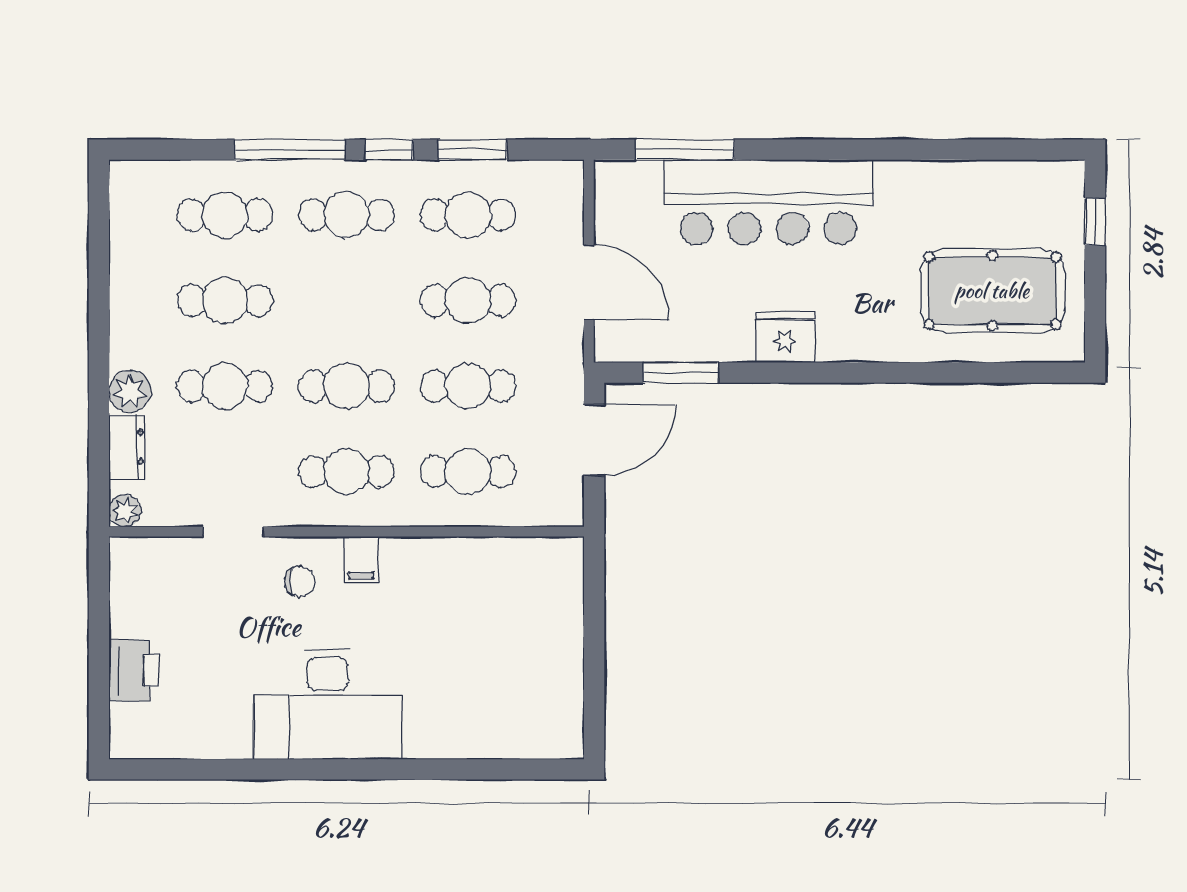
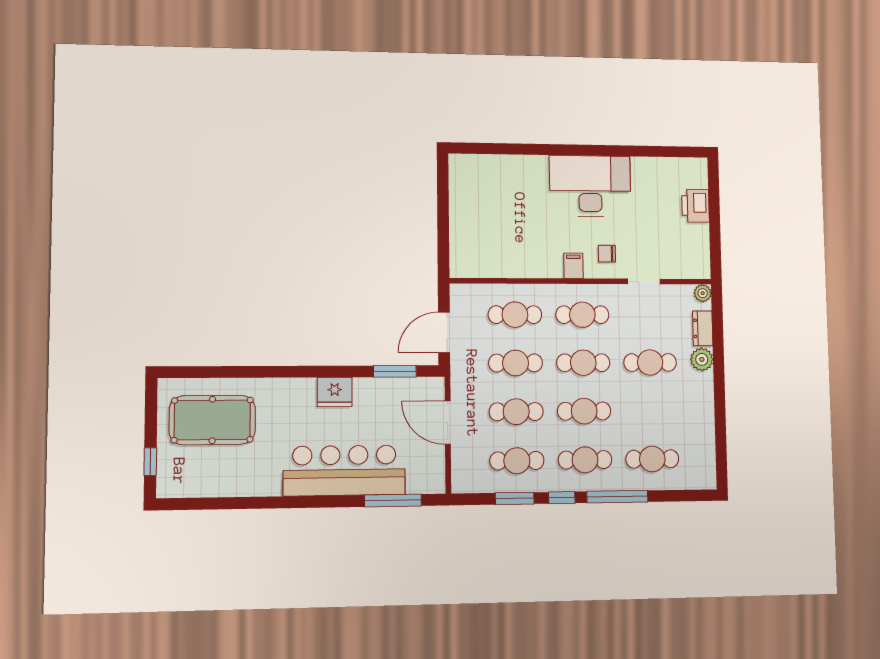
cafe table: (225, 301) -> (584, 411), moved

